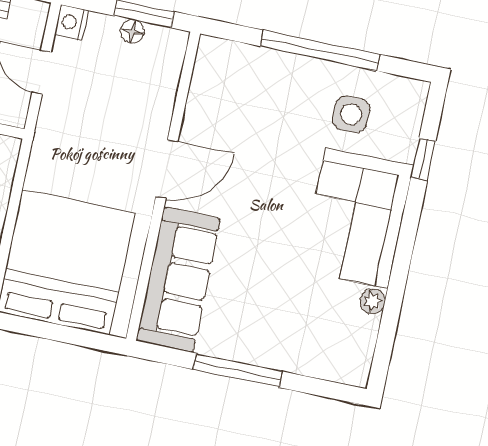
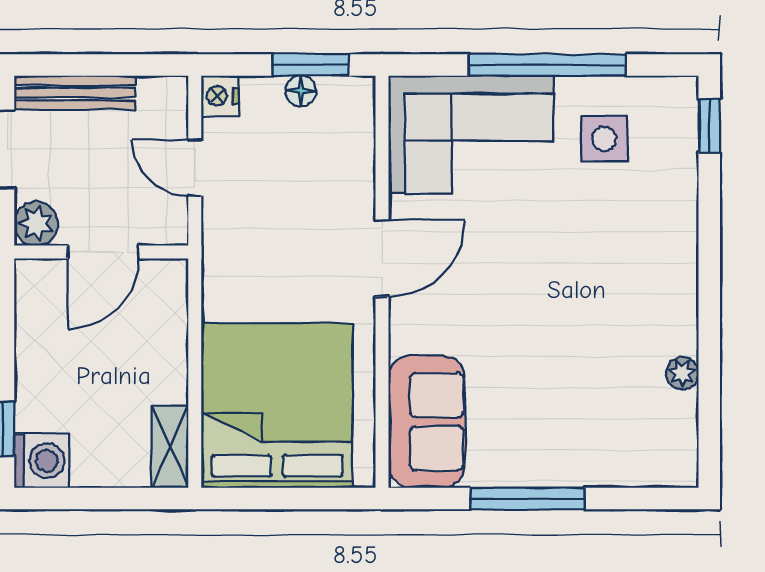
window: (423, 159) -> (709, 126), moved
corner sofa: (357, 218) -> (471, 135), moved, turned -90
sofa: (178, 280) -> (427, 422), width x0.73

